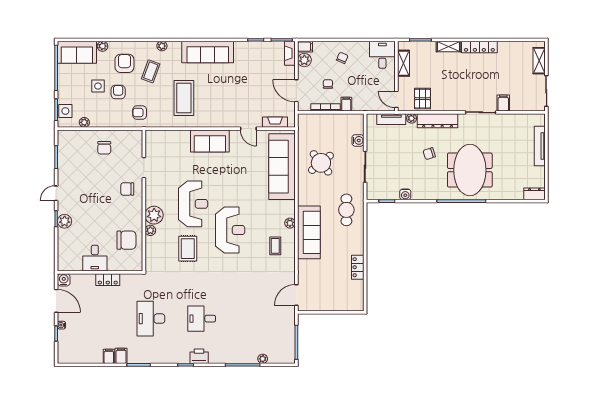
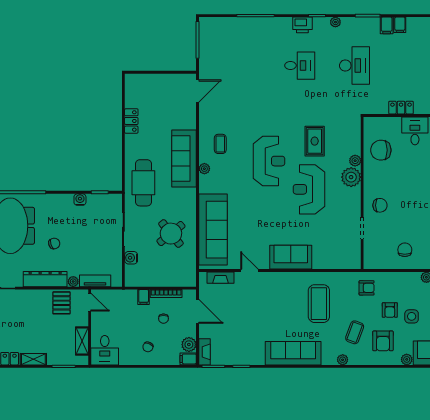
cafe table: (346, 210) -> (143, 183), width x1.37, depth x1.35
reception desk: (230, 230) -> (269, 161), turned 180
plant: (263, 359) -> (335, 22), moved

